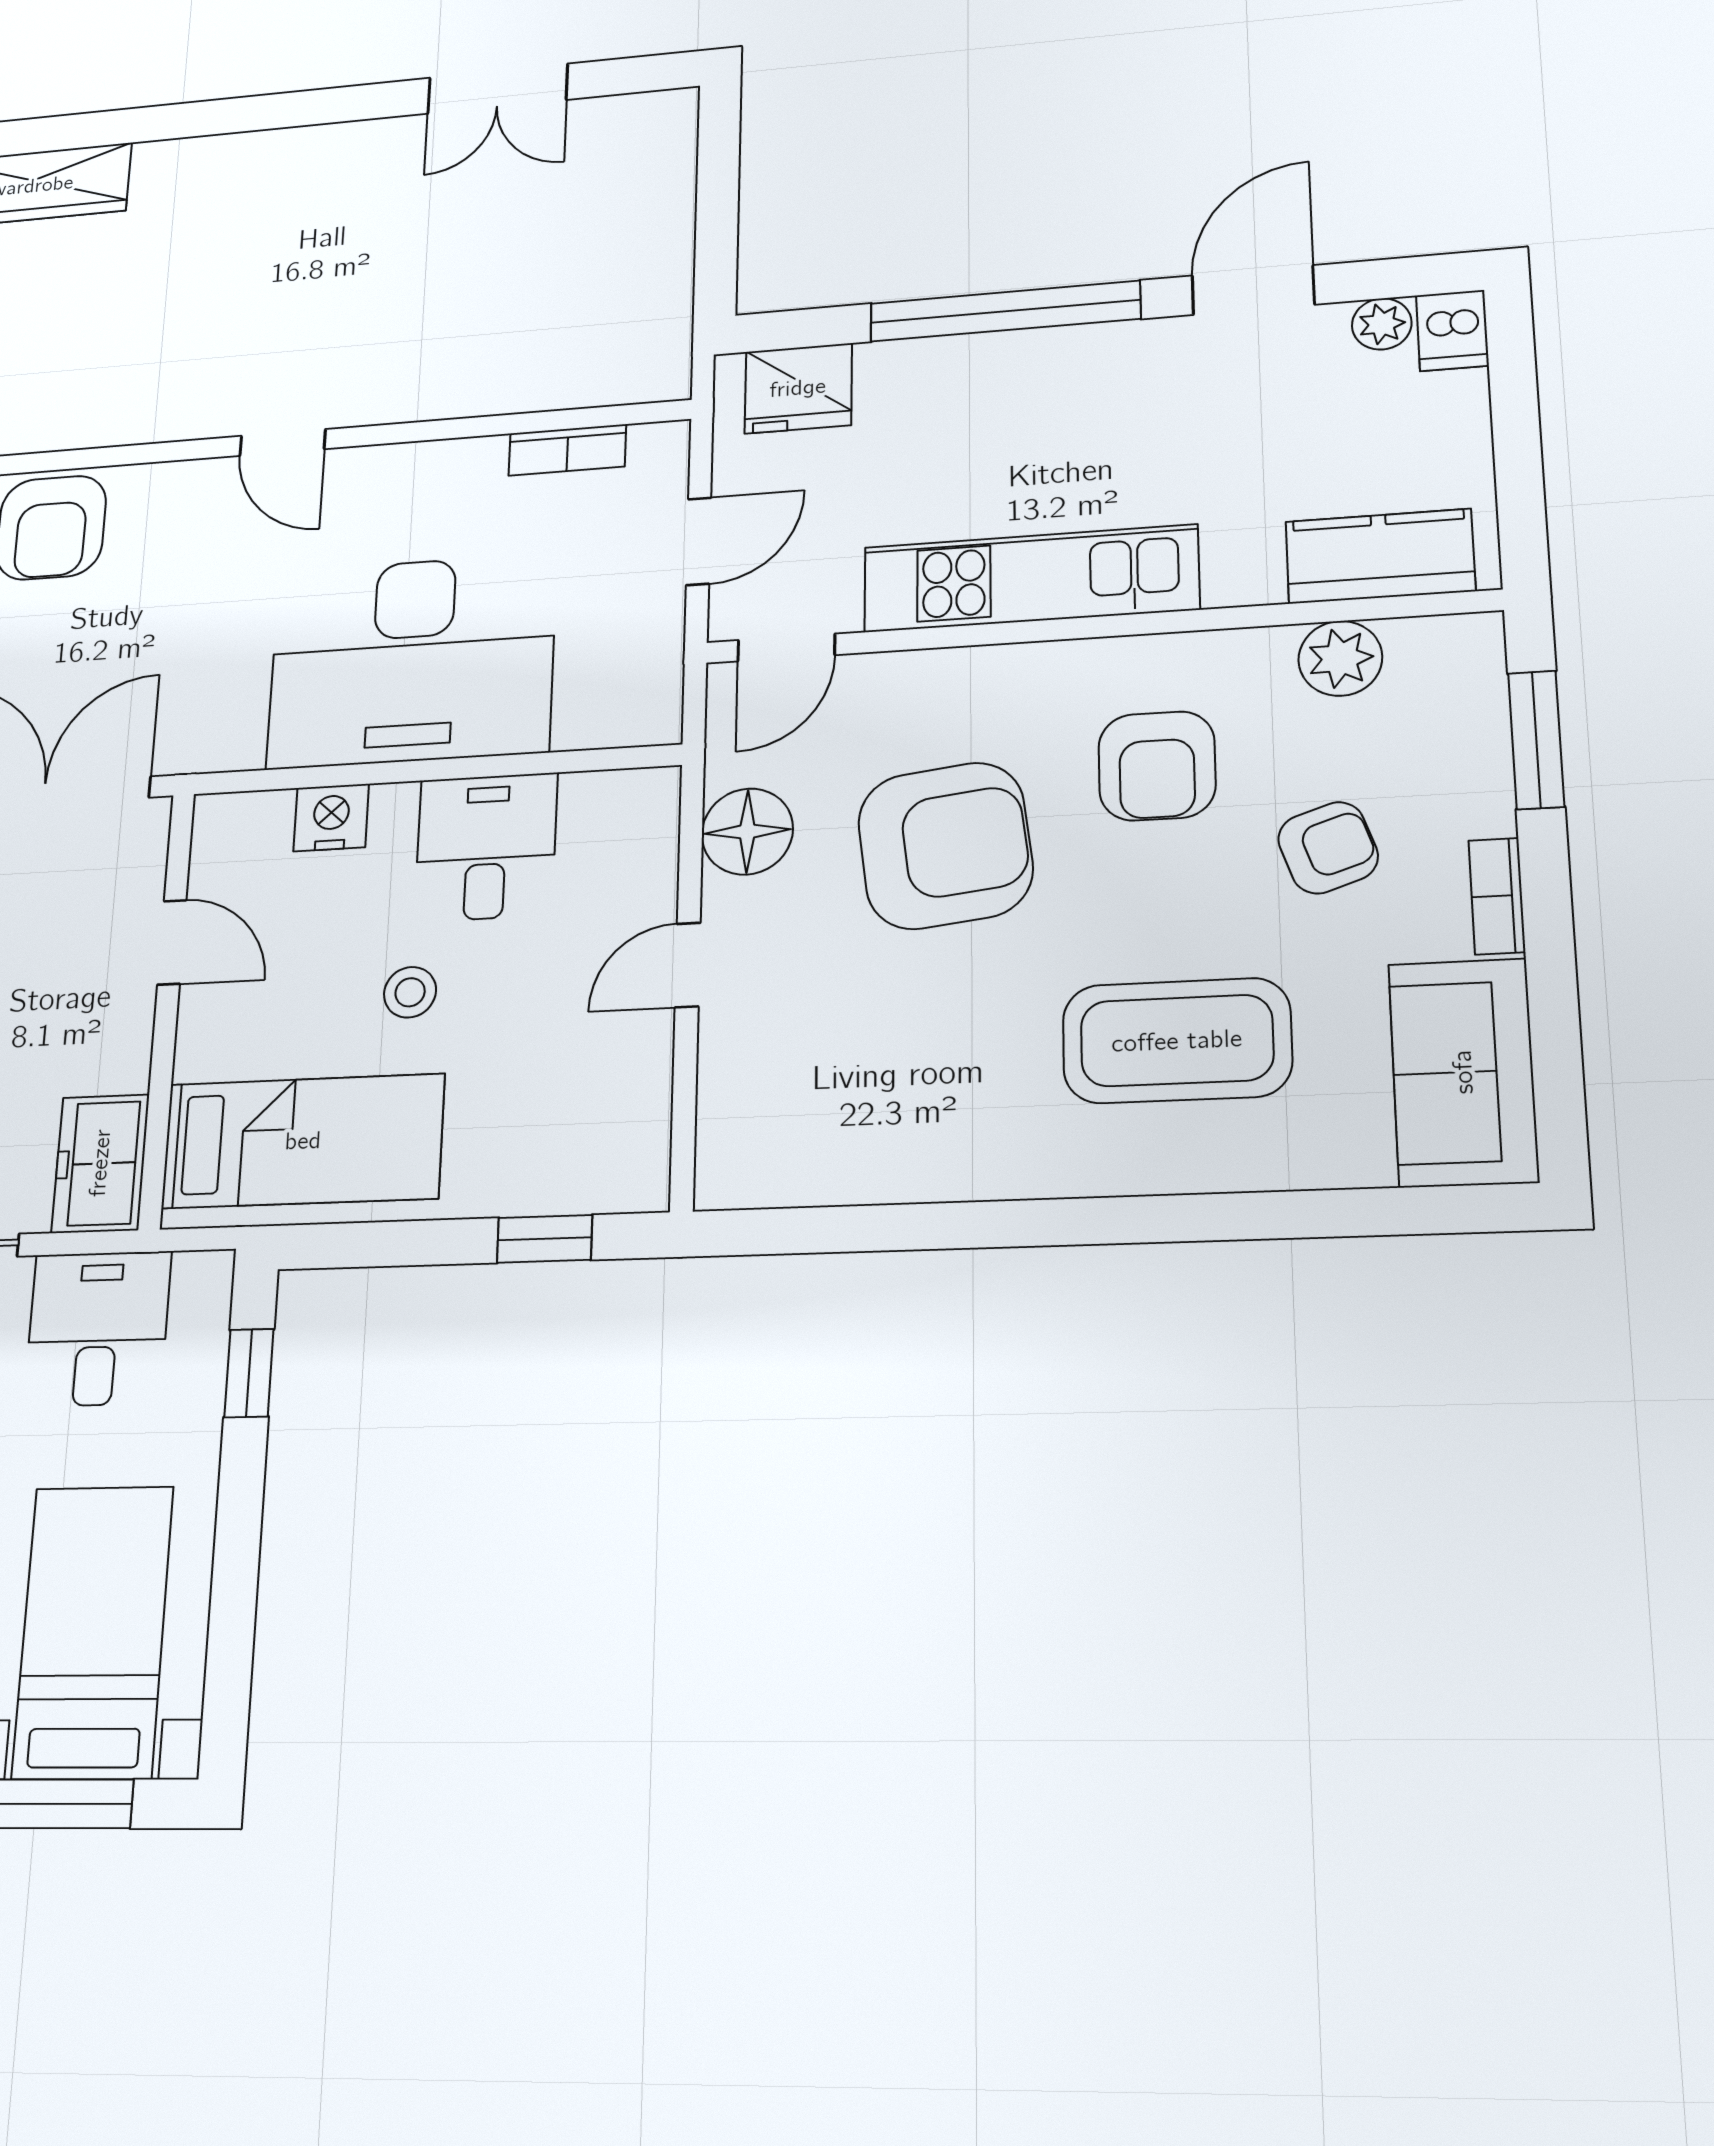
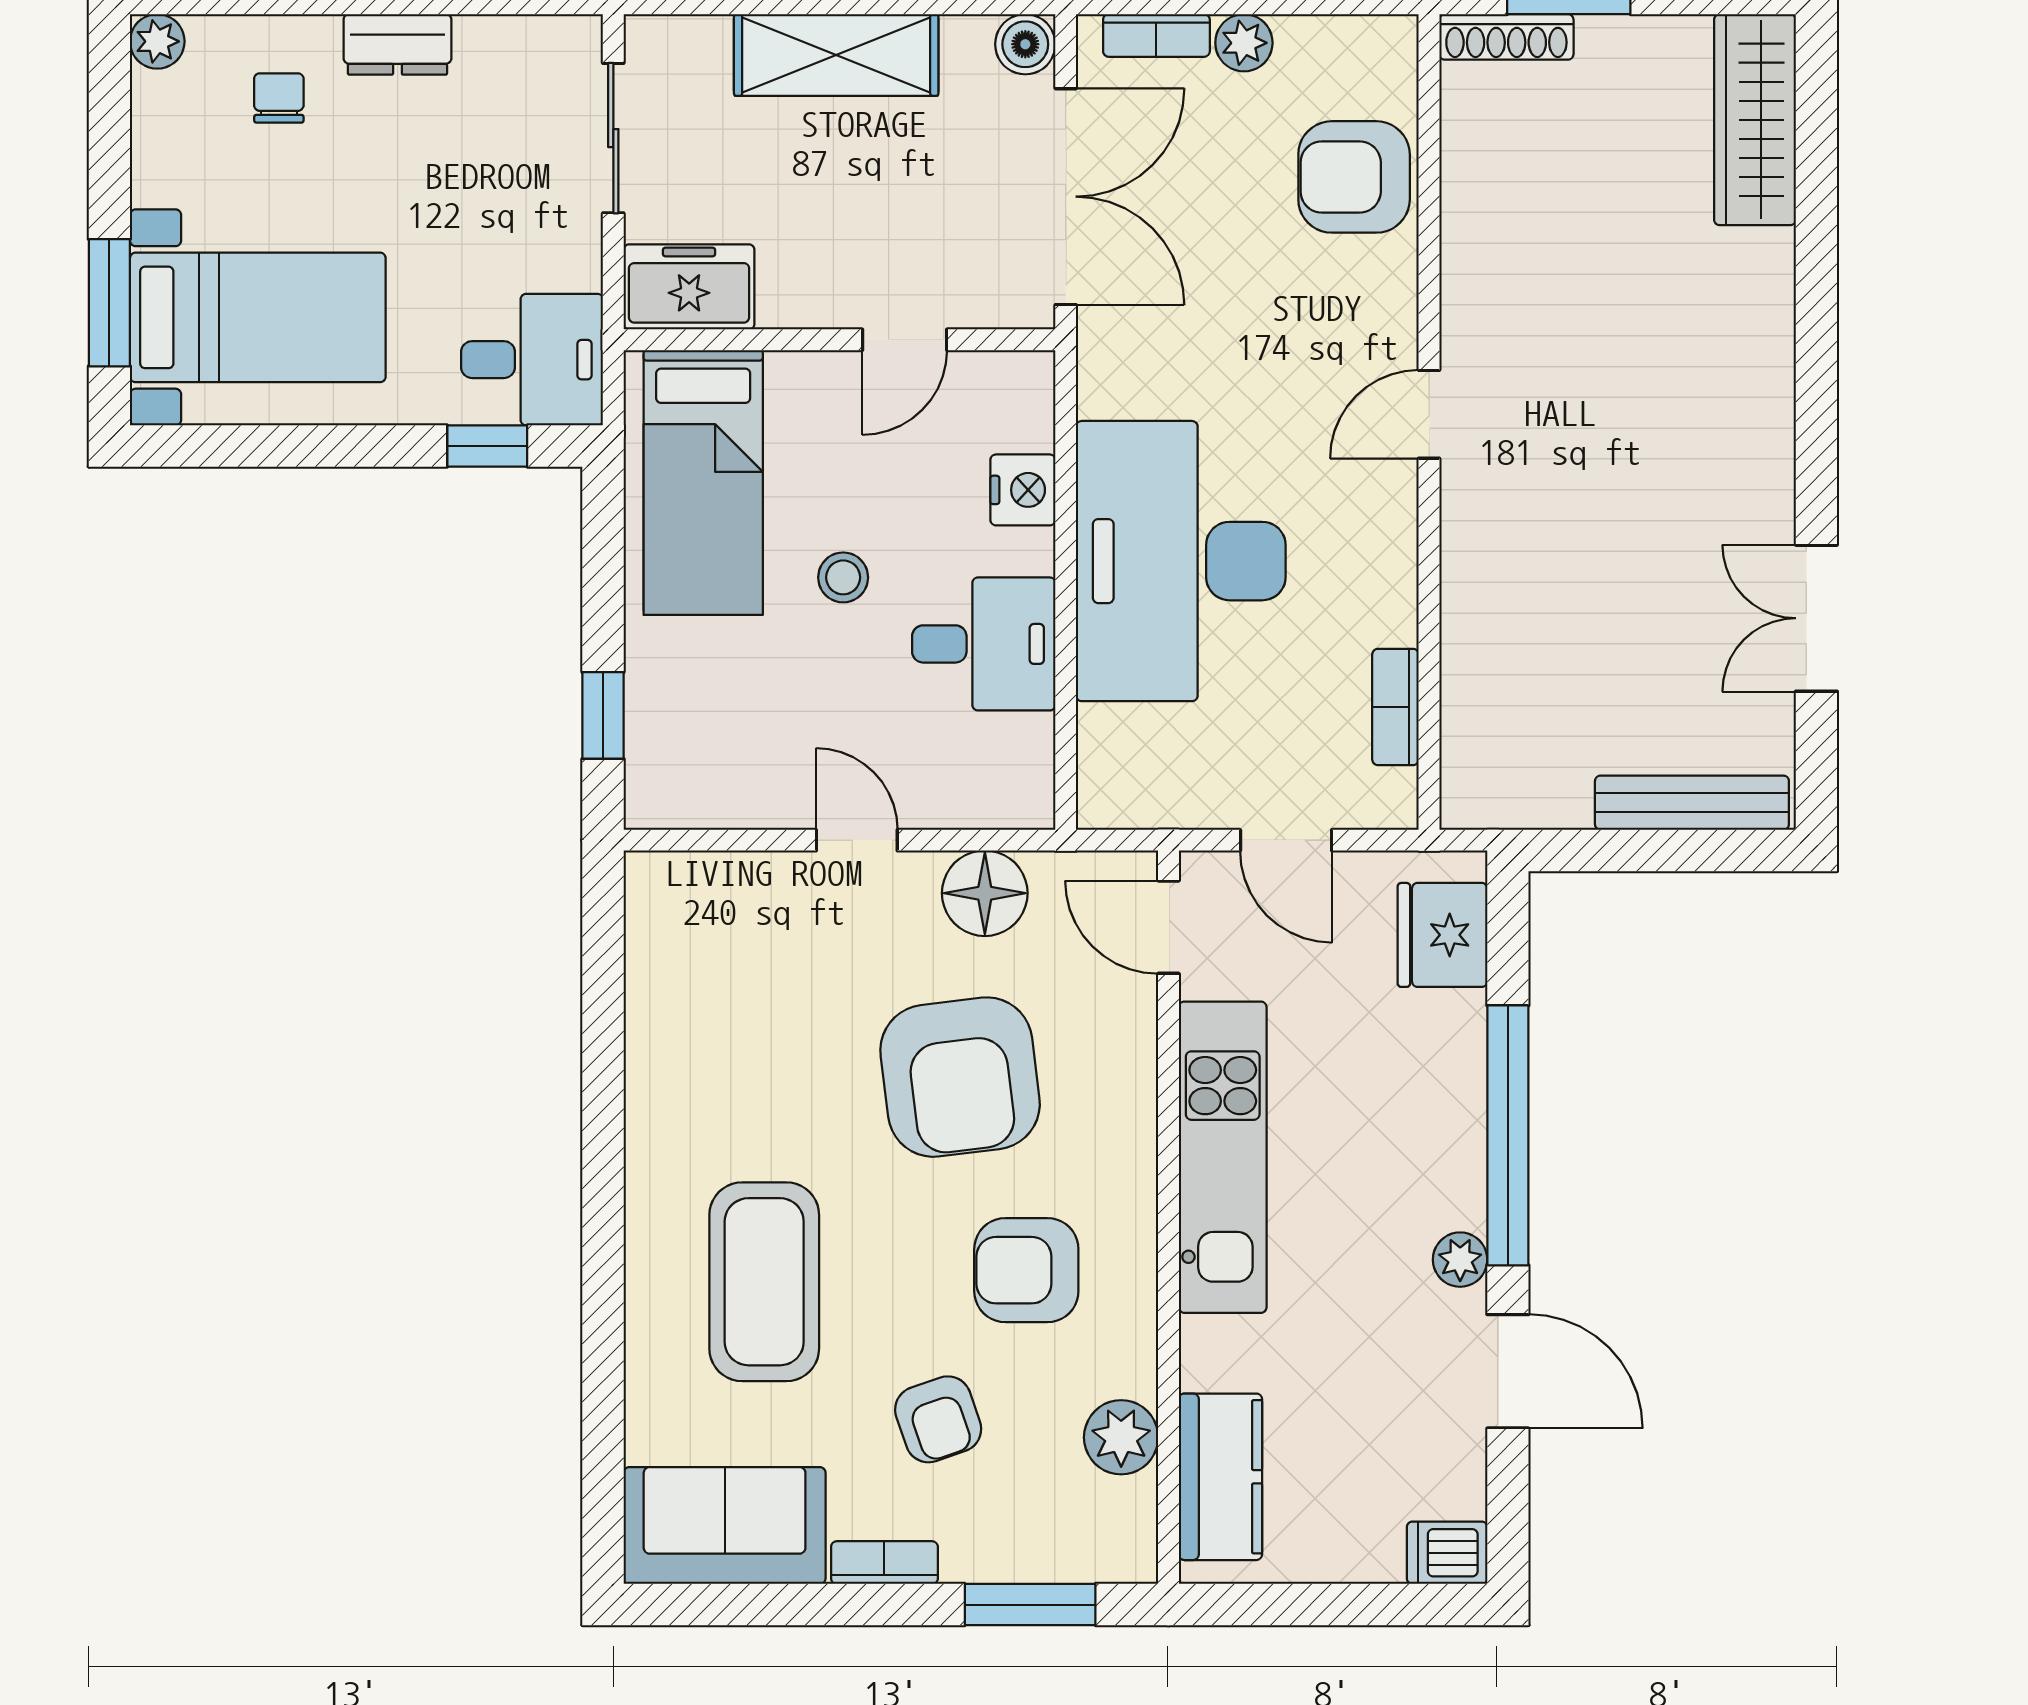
bench: (671, 177) -> (1692, 803), added
plant: (1382, 324) -> (1460, 1260), moved
desk: (98, 1329) -> (532, 360), moved

